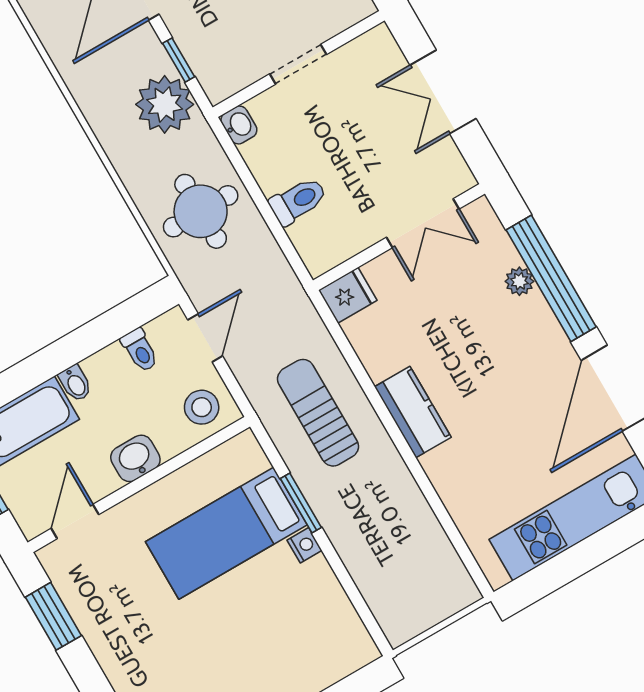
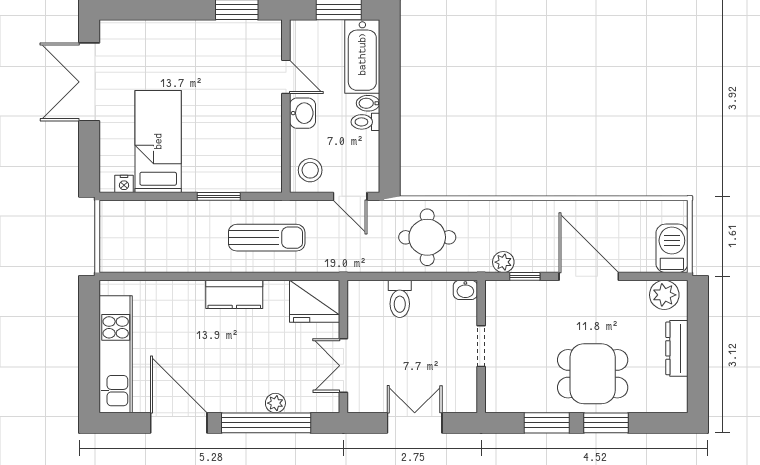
plant: (165, 104) -> (503, 262), width x0.53, depth x0.53
fridge: (348, 295) -> (315, 301), width x1.88, depth x1.34
toilet: (140, 350) -> (365, 122), moved
door: (75, 521) -> (286, 77), moved
bed: (226, 533) -> (158, 141), moved
nightstand: (305, 545) -> (124, 184), moved

